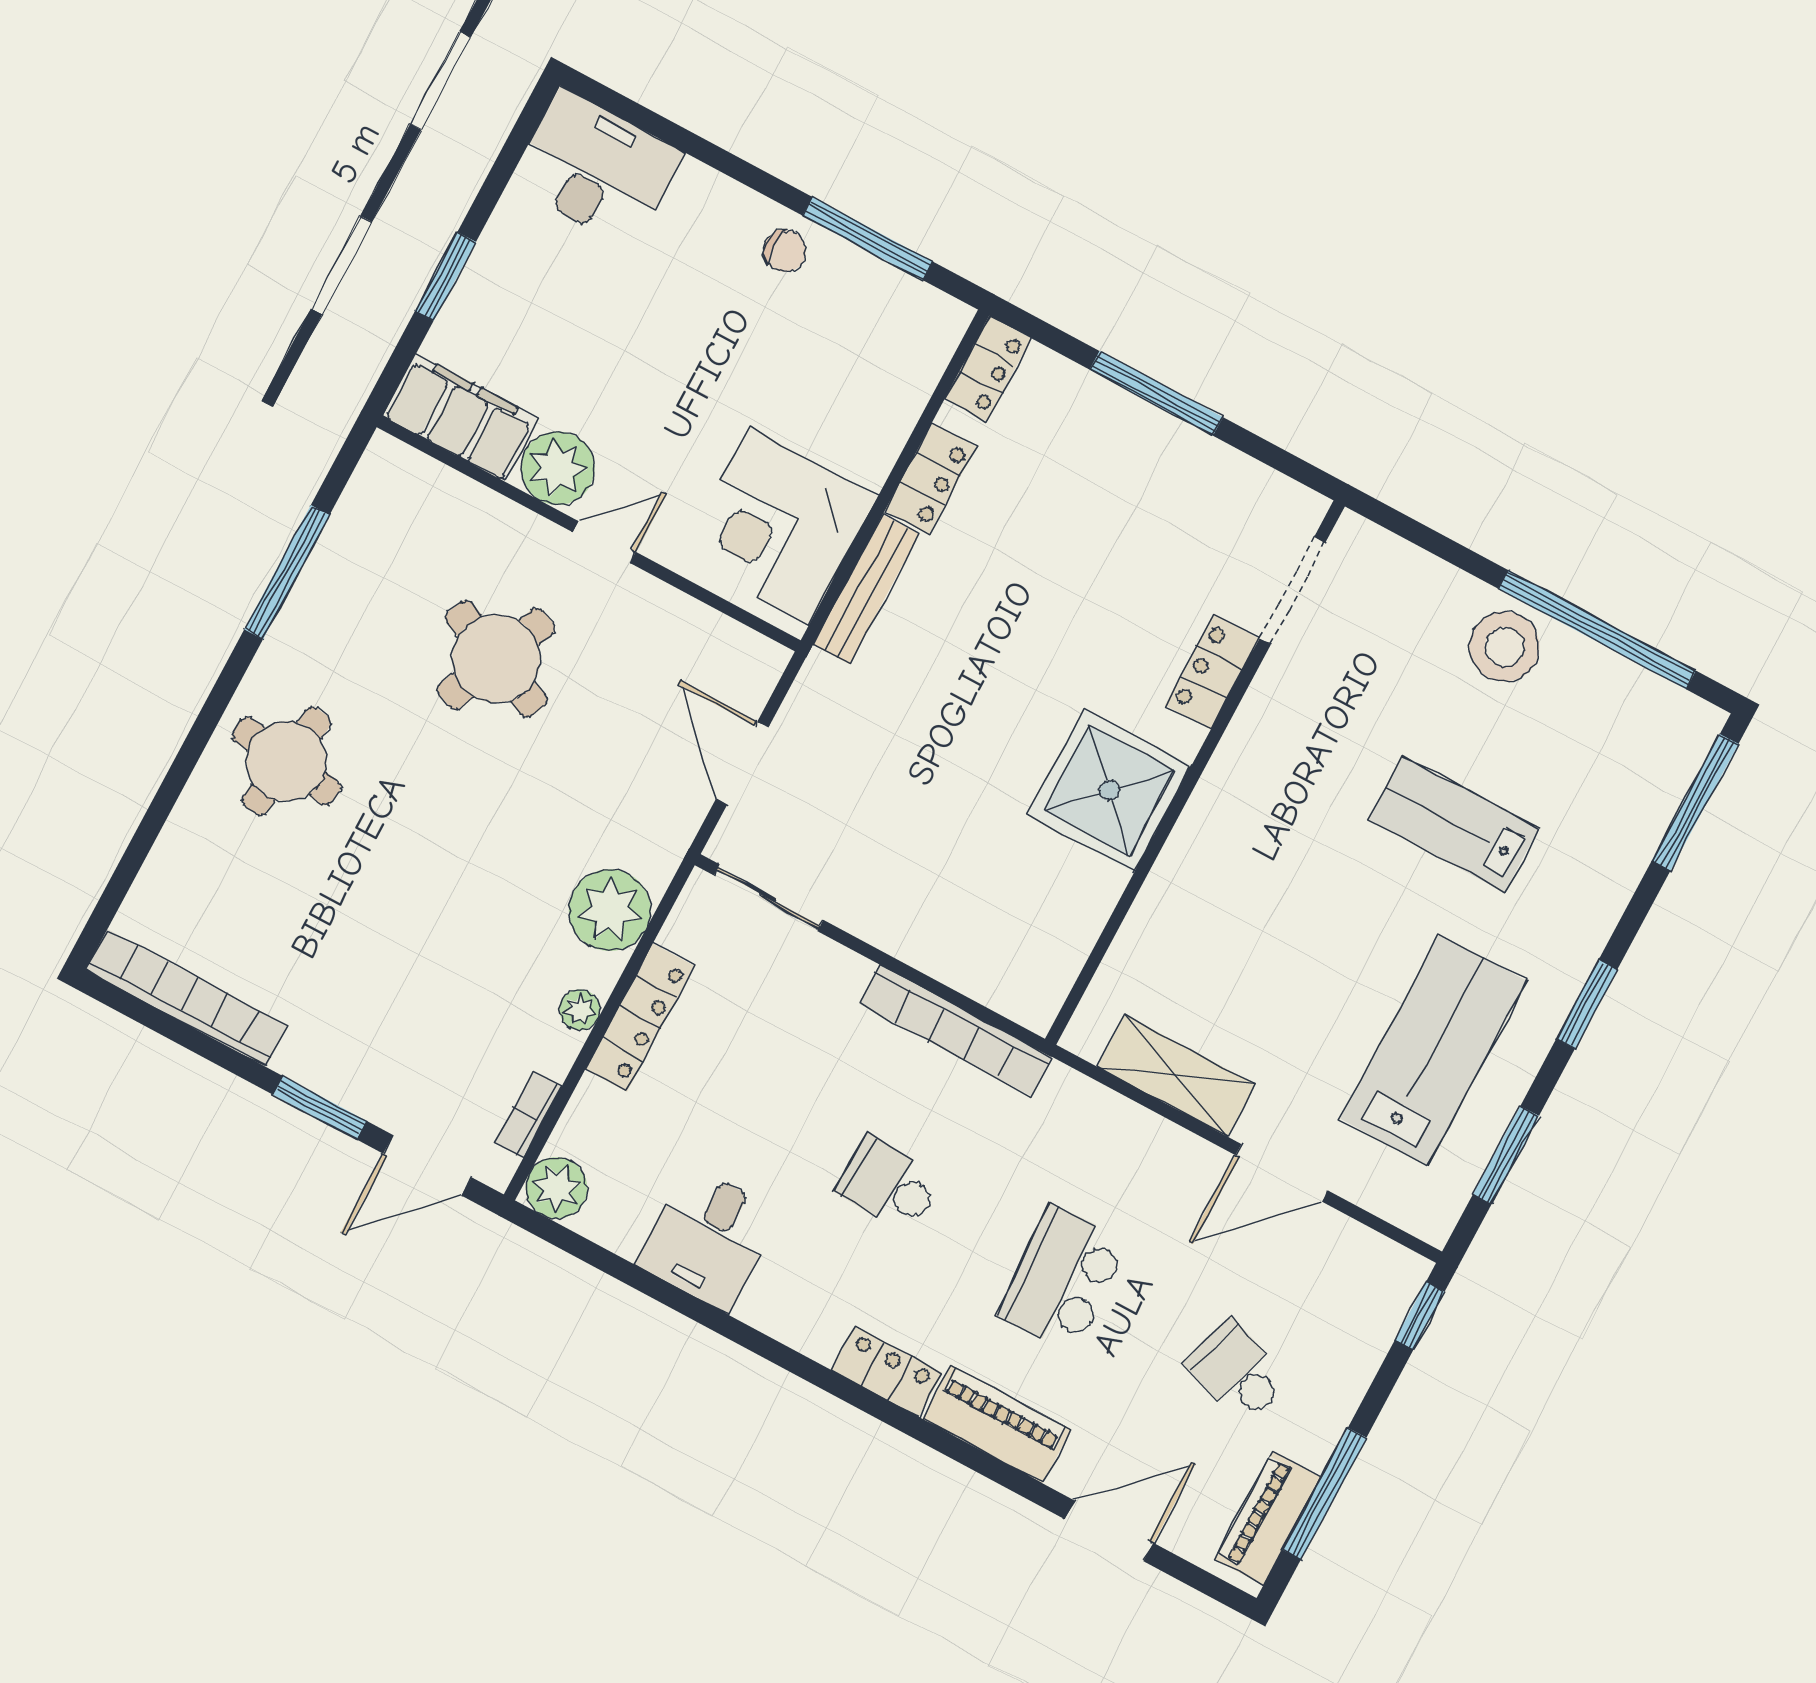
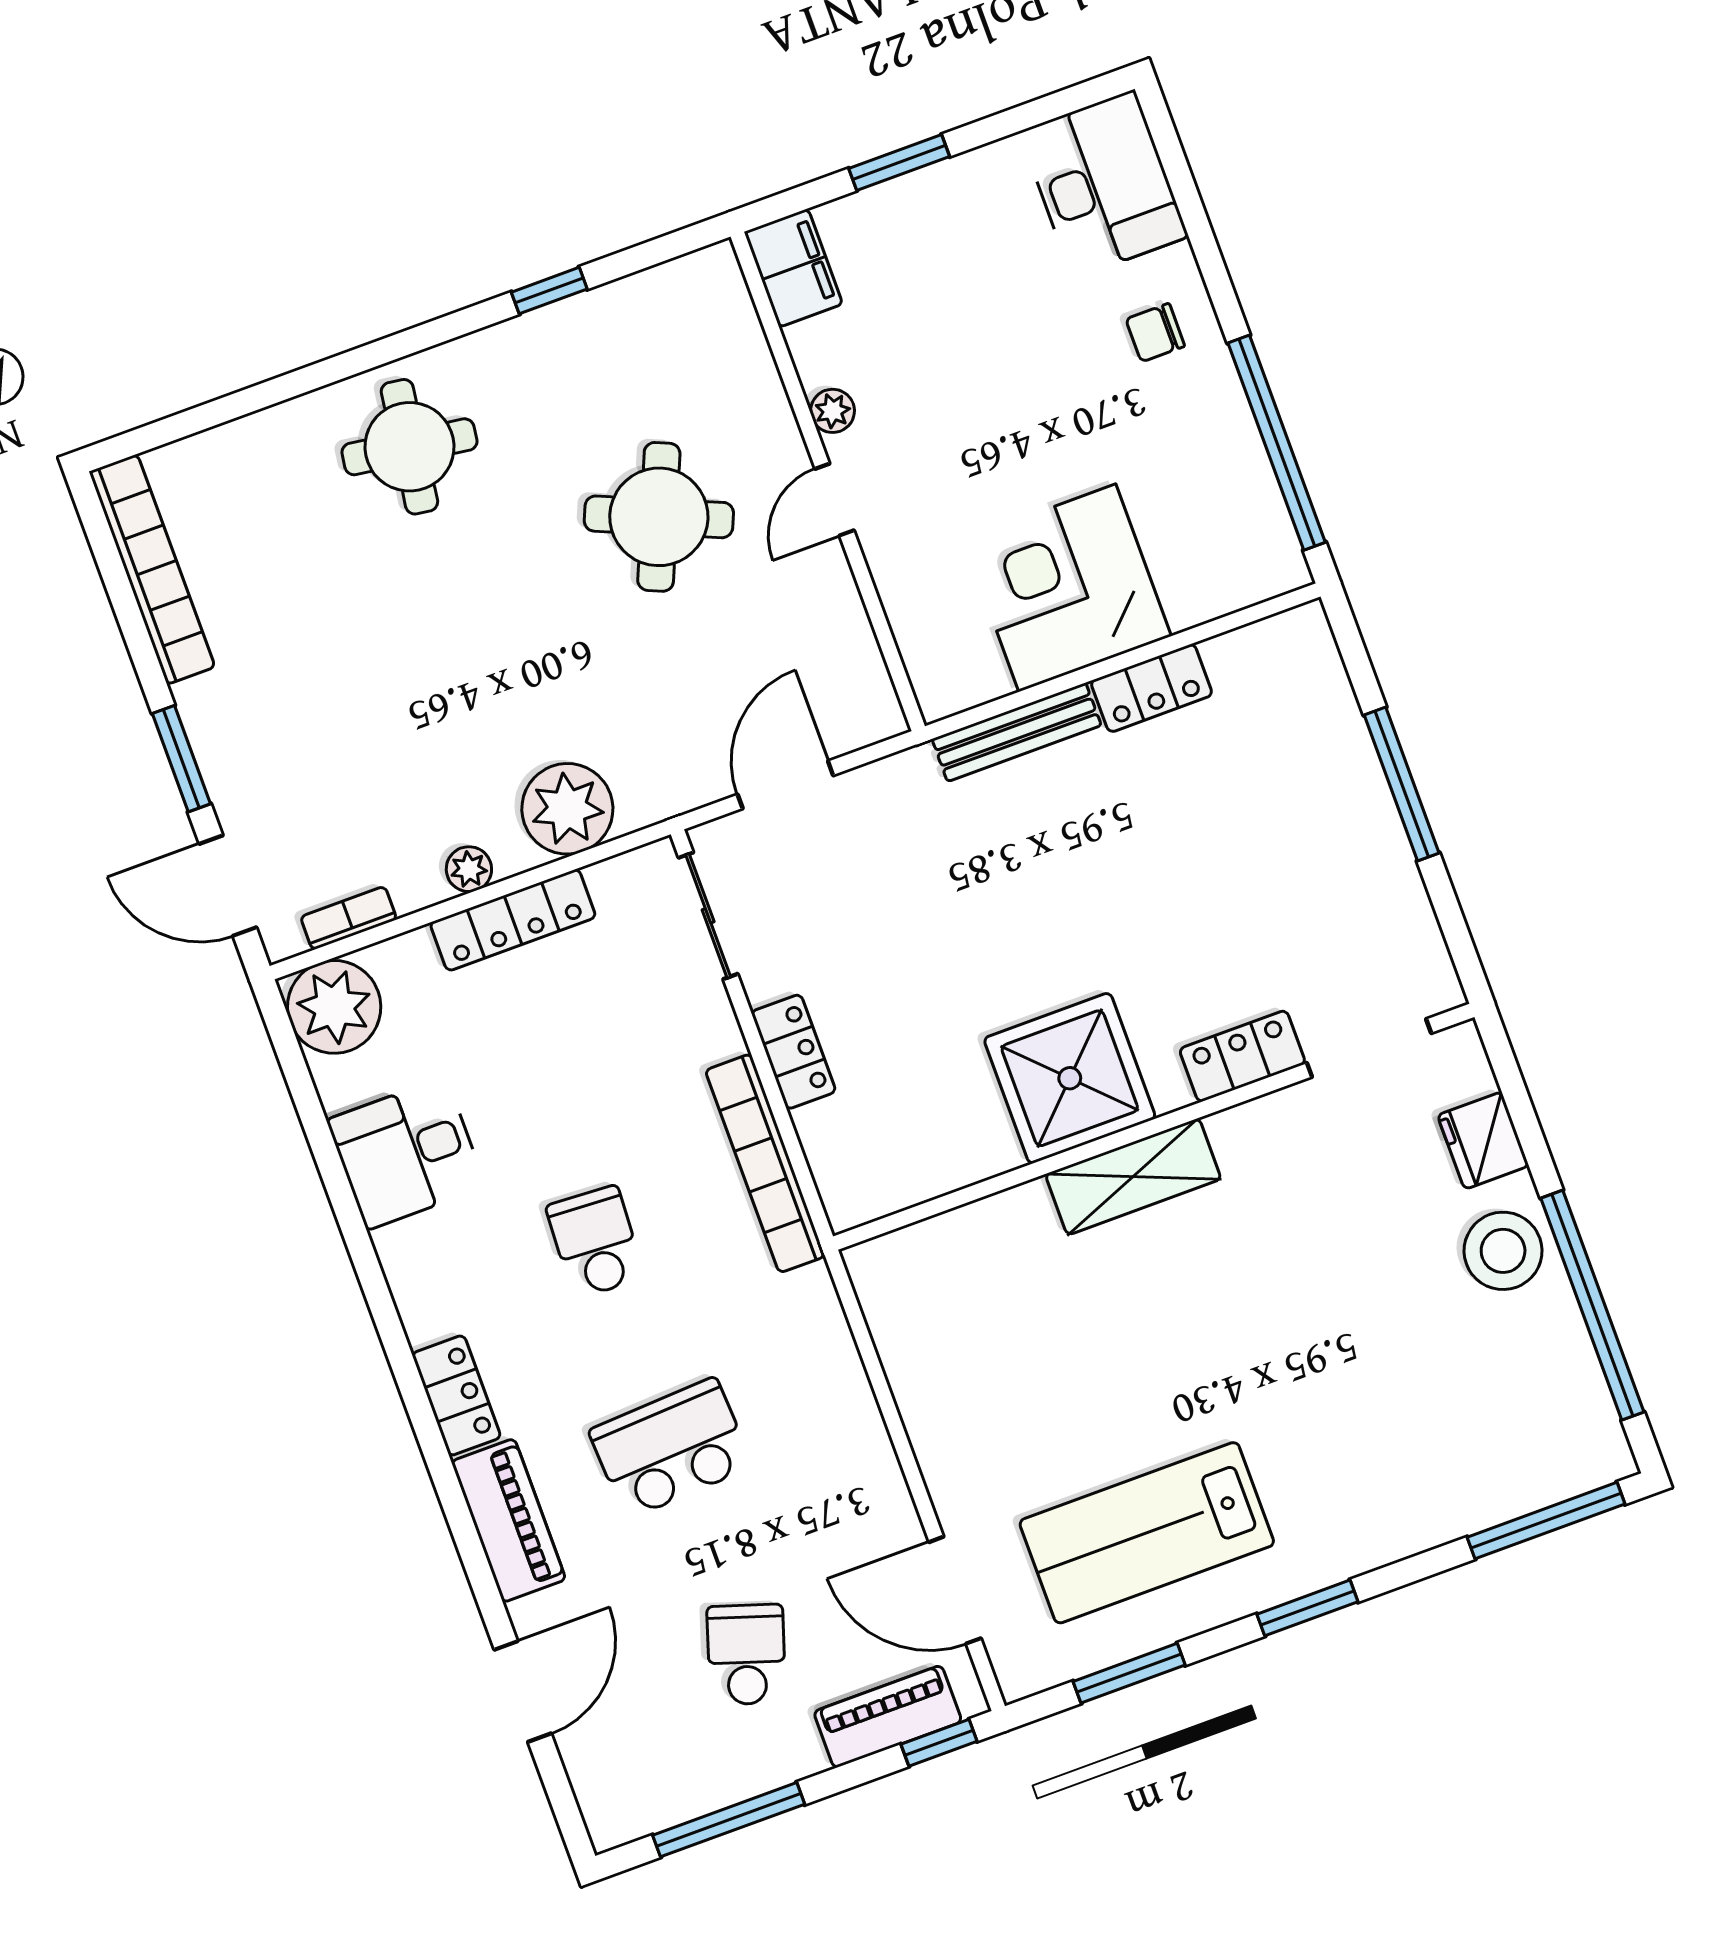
window: (867, 238) -> (1277, 443), width x1.46
chair: (785, 251) -> (1155, 333), moved, turned 90
locker: (988, 369) -> (794, 1052), moved, turned -90
filing cabinet: (460, 417) -> (793, 268), width x0.67, depth x0.86
plant: (558, 468) -> (833, 411), width x0.53, depth x0.53
corner desk: (779, 526) -> (1067, 588), moved
door: (604, 542) -> (834, 500), swing flipped
window: (287, 572) -> (549, 291), width x0.46
fridge: (1425, 584) -> (1483, 1141), added
lab bench: (1453, 824) -> (1330, 1360), removed
lab bench: (1434, 1050) -> (1147, 1533), turned 180
shelving: (1176, 1076) -> (1133, 1177), moved, turned 90
door: (1282, 1173) -> (955, 1590), moved
plant: (556, 1188) -> (334, 1007), width x1.36, depth x1.36
piano: (1268, 1518) -> (888, 1717), moved
door: (1109, 1531) -> (523, 1692), hinge flipped

